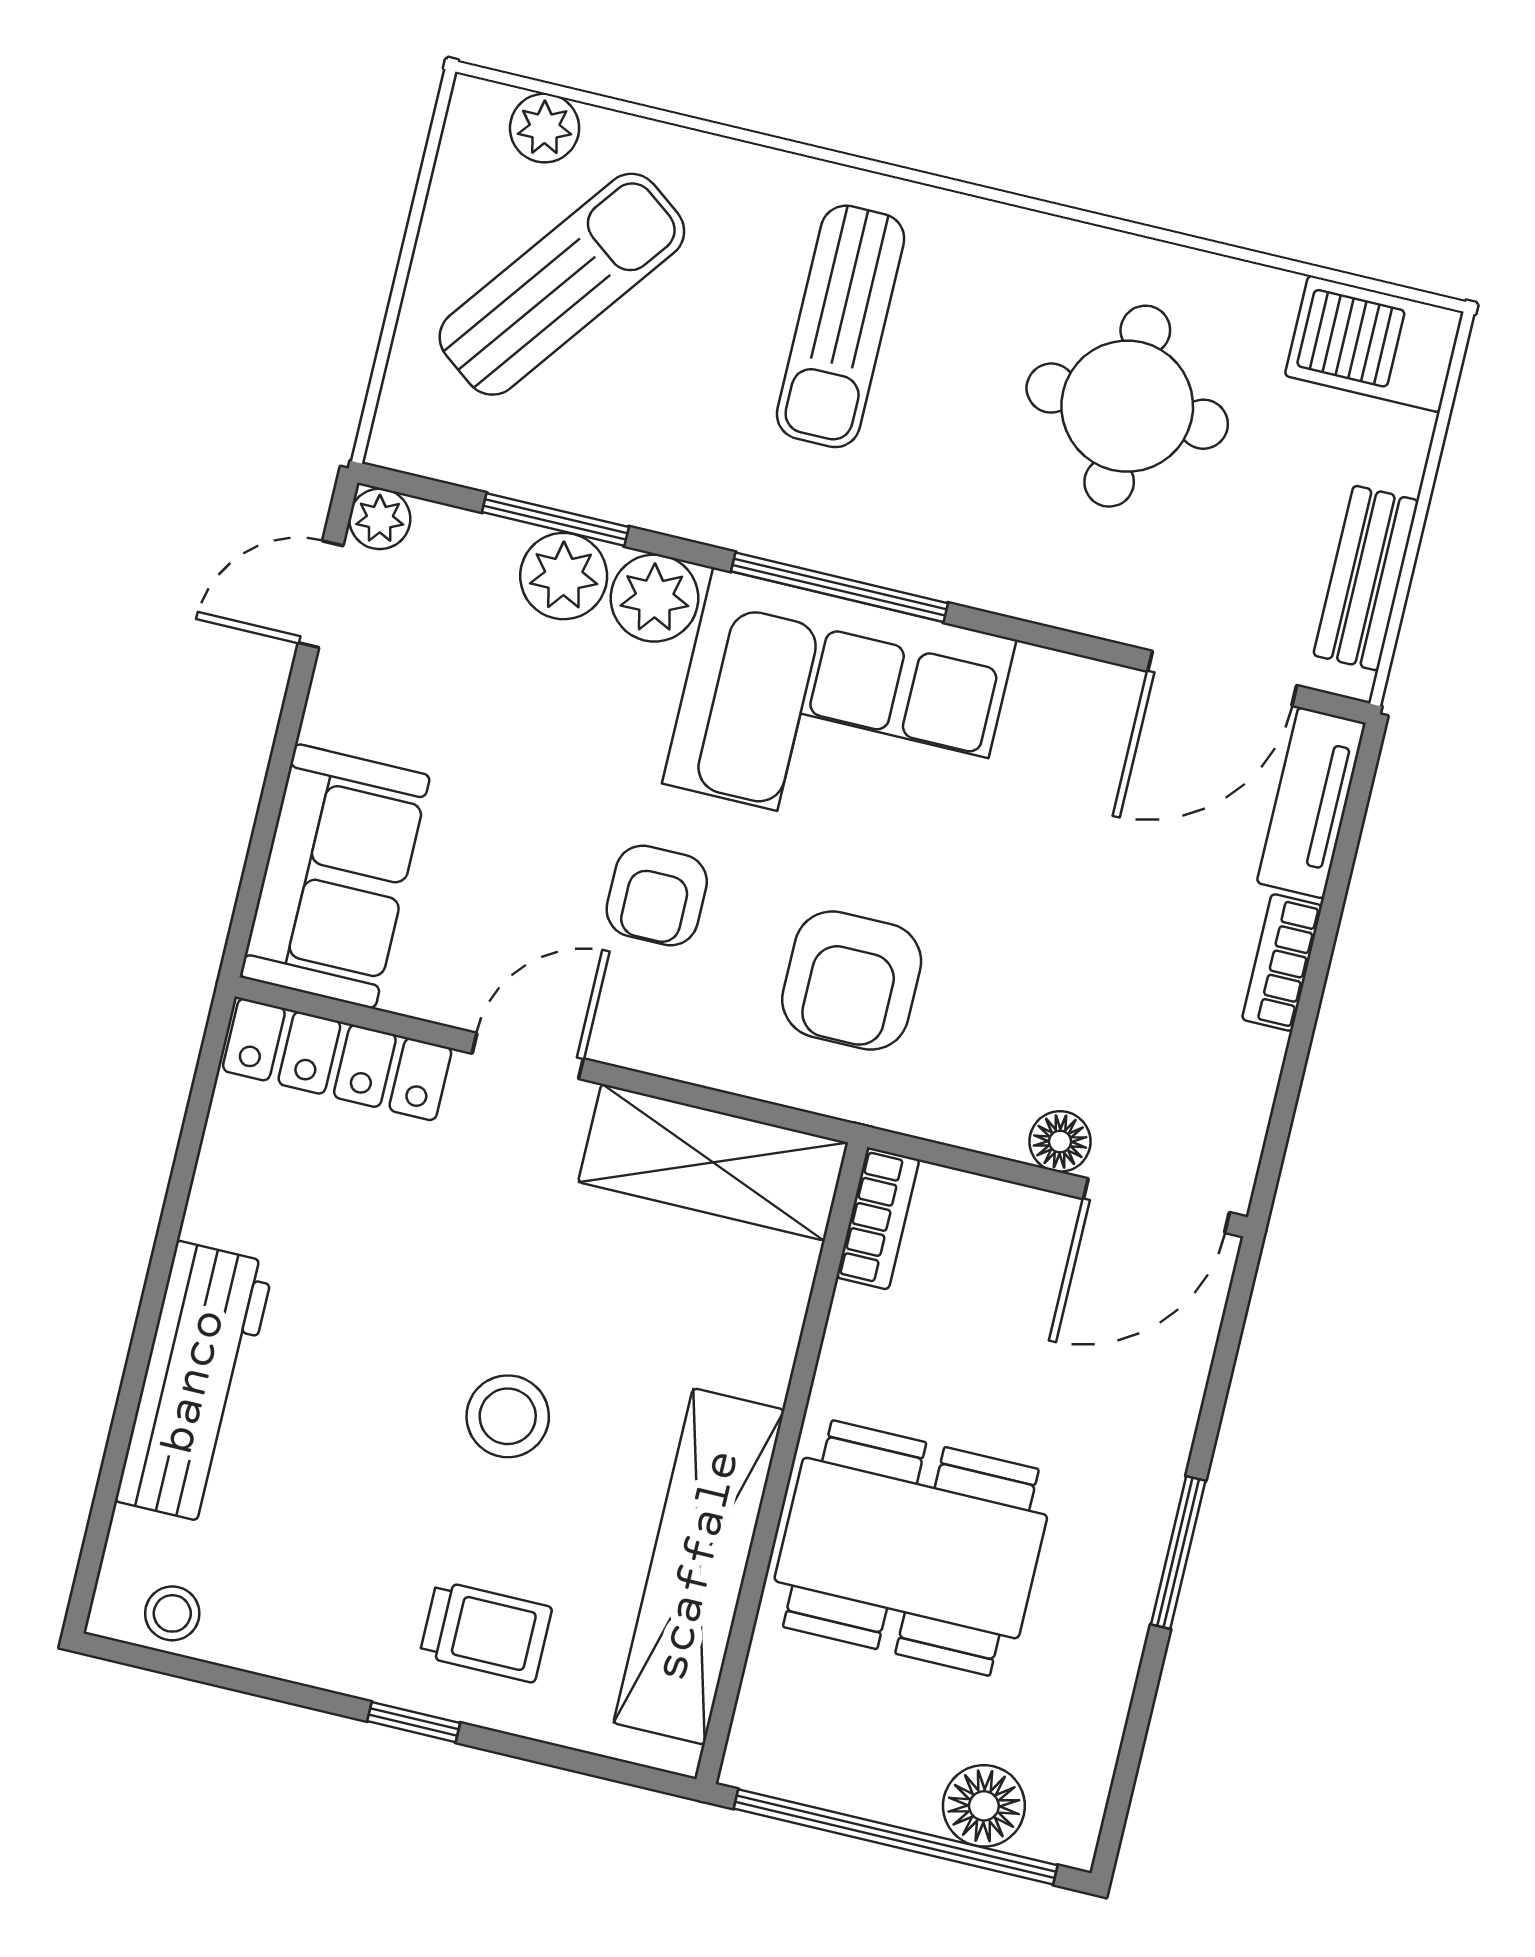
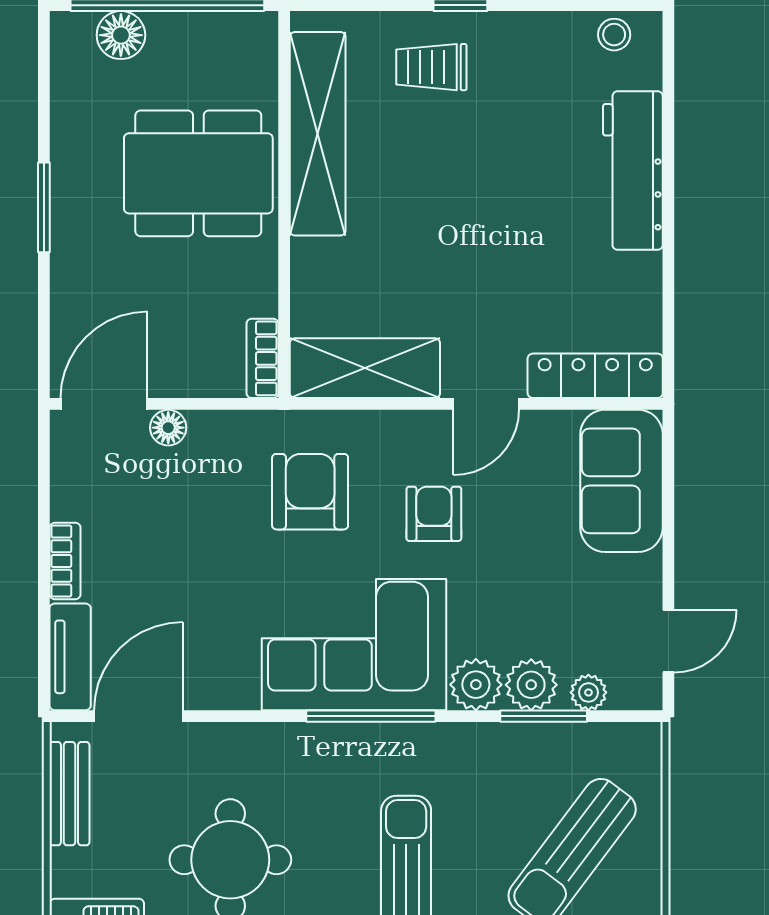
plant: (380, 519) -> (588, 692), moved
stool: (508, 1416) -> (448, 194), removed

